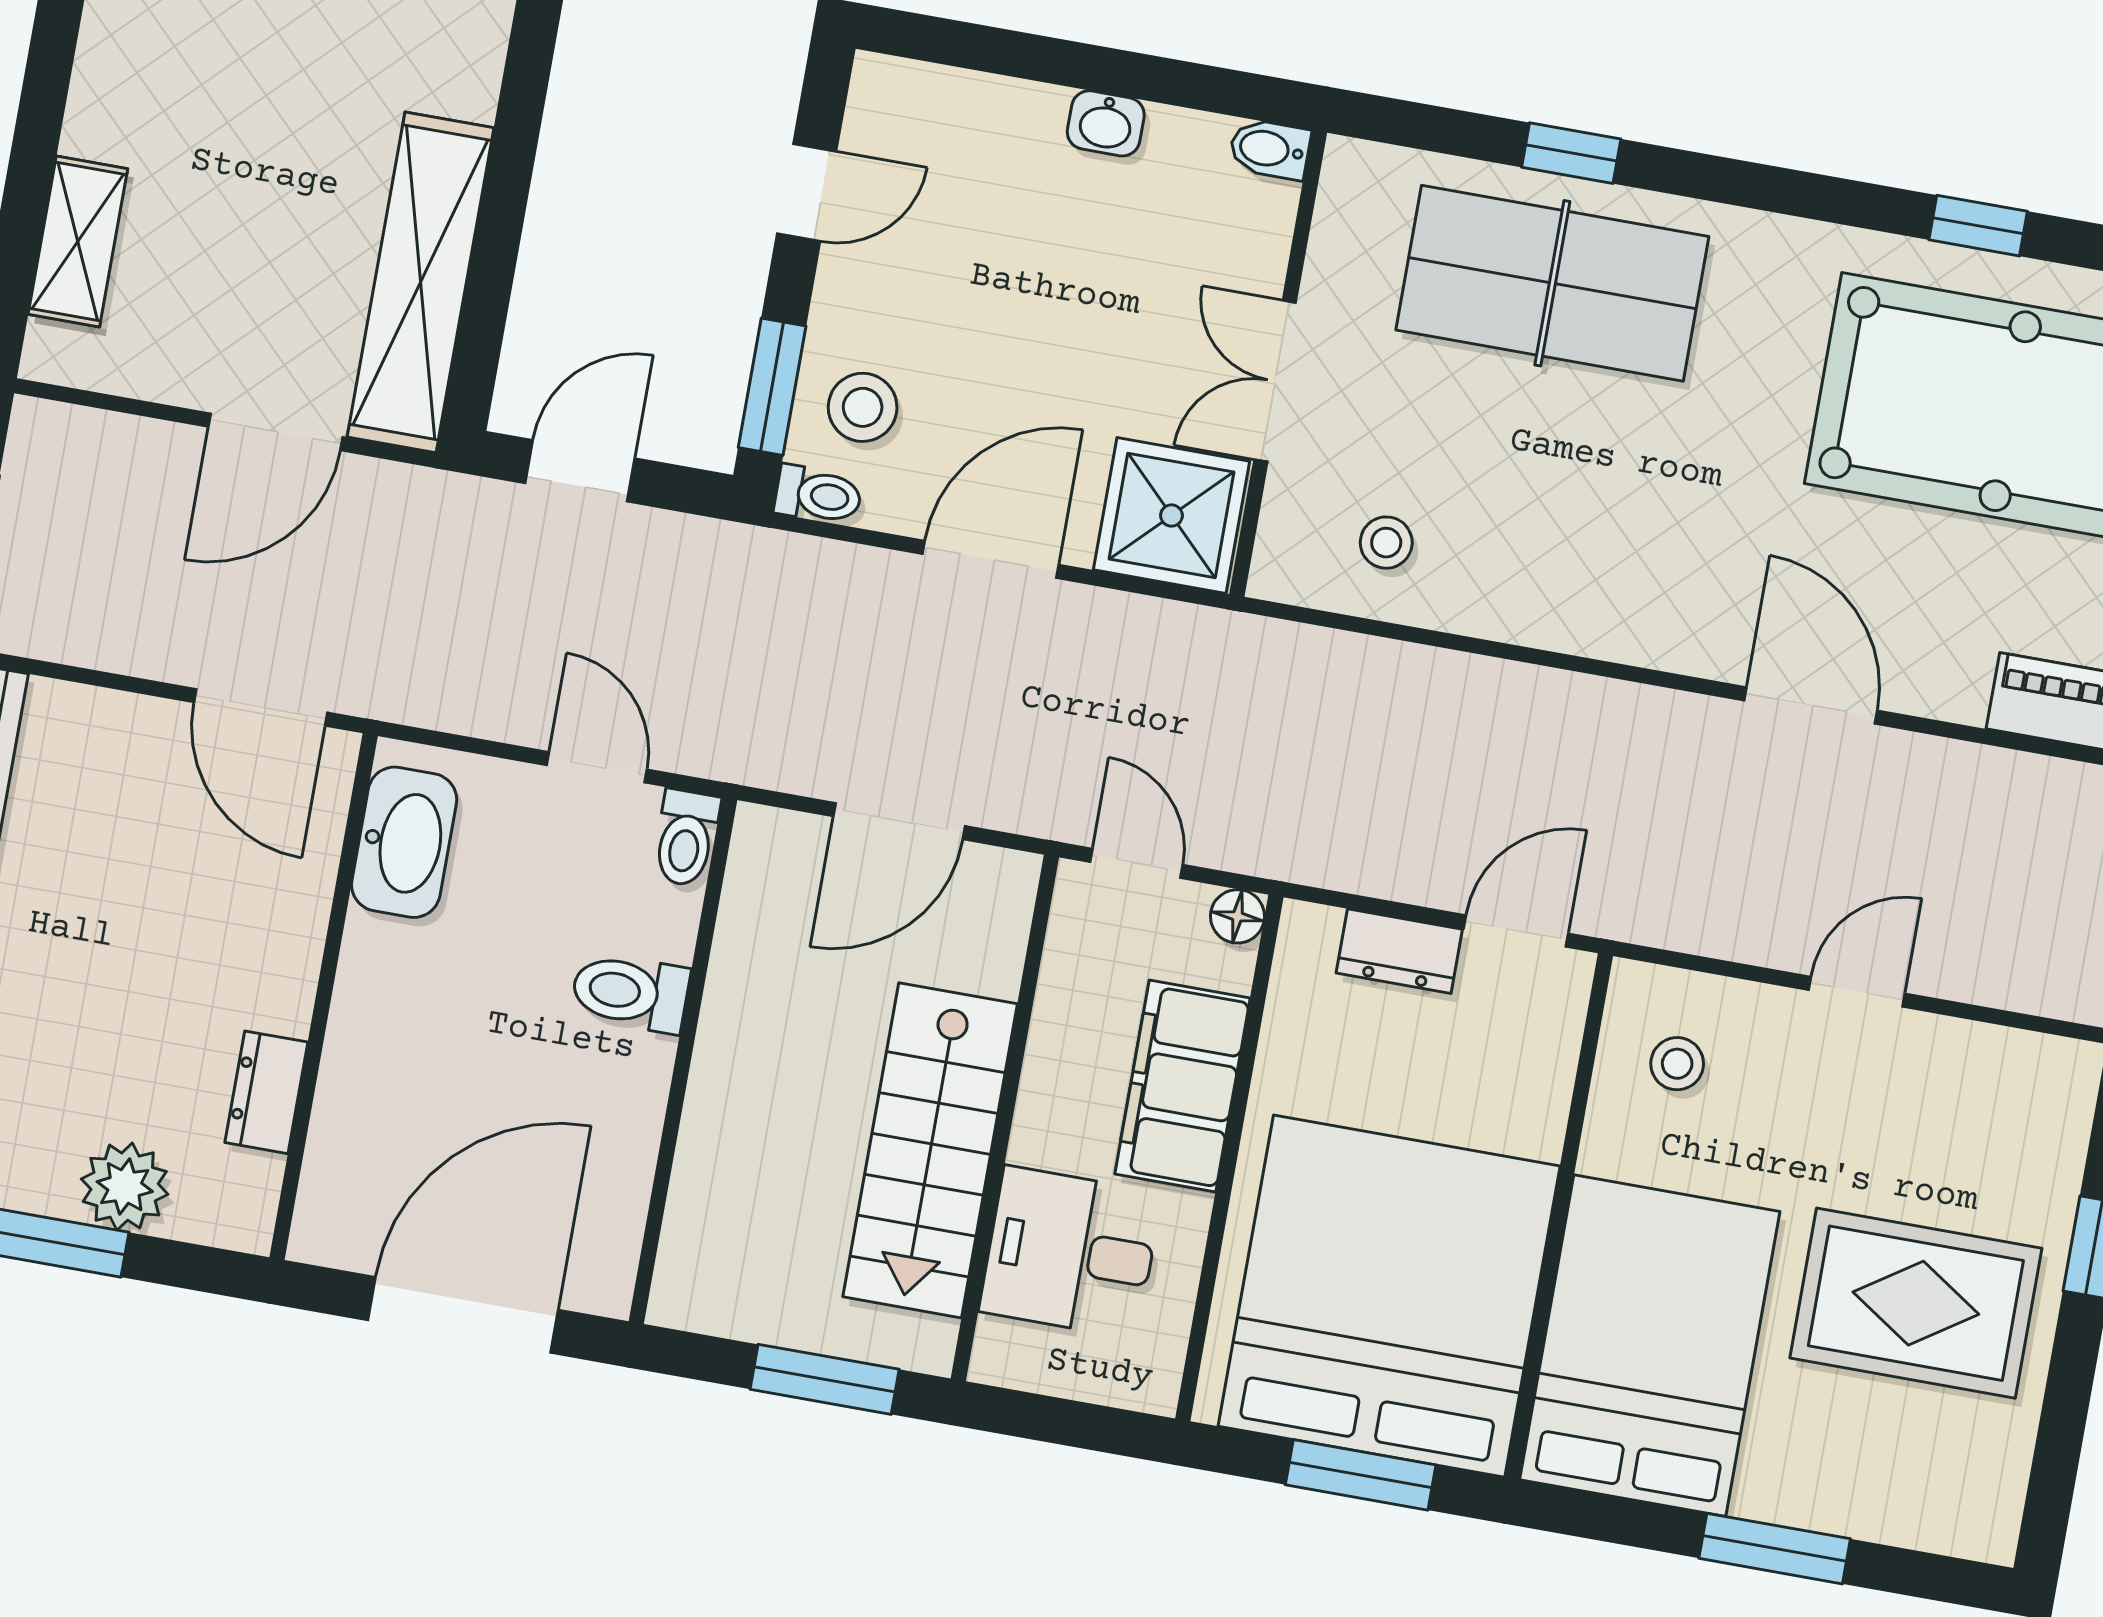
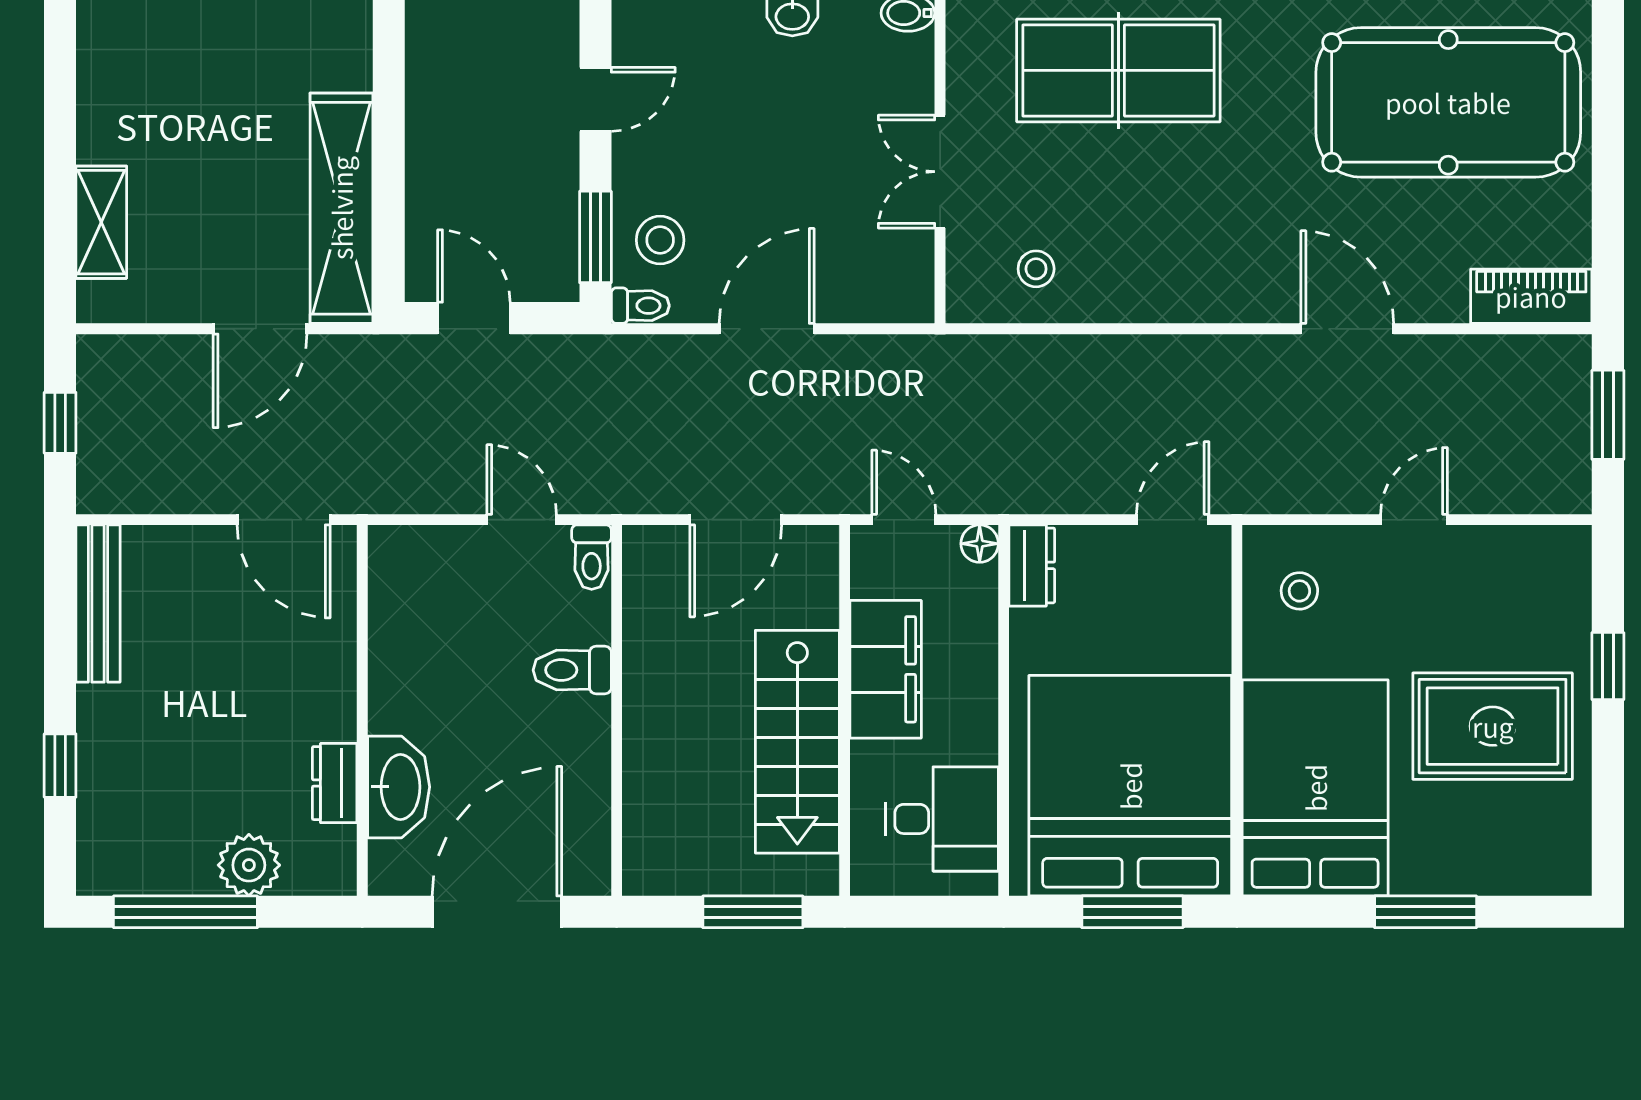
door: (580, 471) -> (474, 318), hinge flipped
shower: (1171, 516) -> (885, 277), removed
washbasin: (404, 842) -> (399, 787), moved
dresser: (1399, 951) -> (1032, 565), moved, turned -90
filing cabinet: (1182, 1086) -> (886, 669), moved, turned 180
desk: (1071, 1252) -> (942, 819), moved, turned 180

